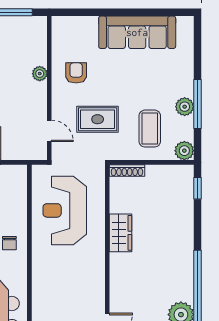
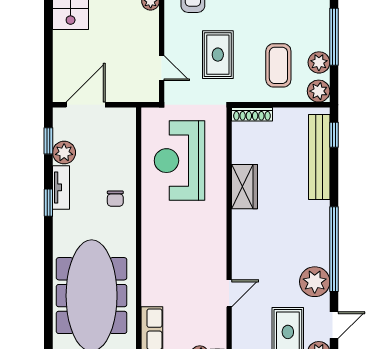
plant: (185, 107) -> (319, 62), moved
rug: (98, 119) -> (218, 55), turned 90
bench: (185, 207) -> (319, 157), added

